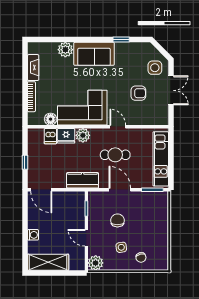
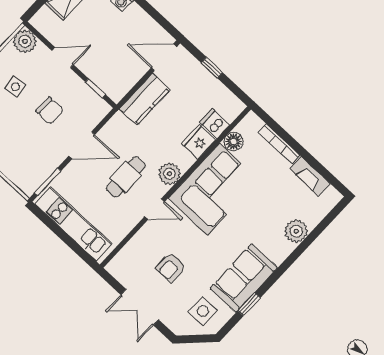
sofa: (94, 54) -> (244, 278), moved
side table: (155, 68) -> (203, 311), moved
plant: (83, 135) -> (169, 174), moved
kitchen counter: (83, 180) -> (145, 99), moved

